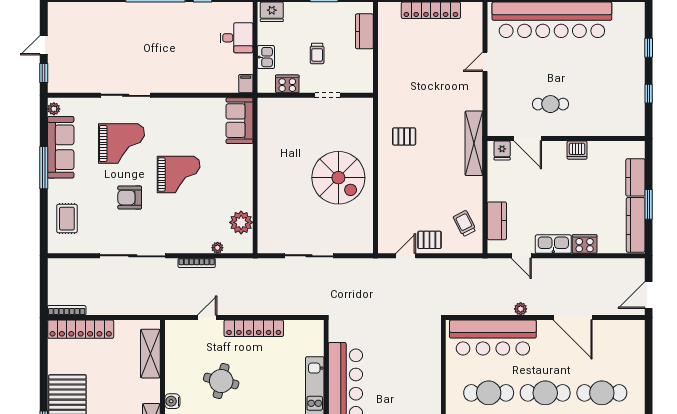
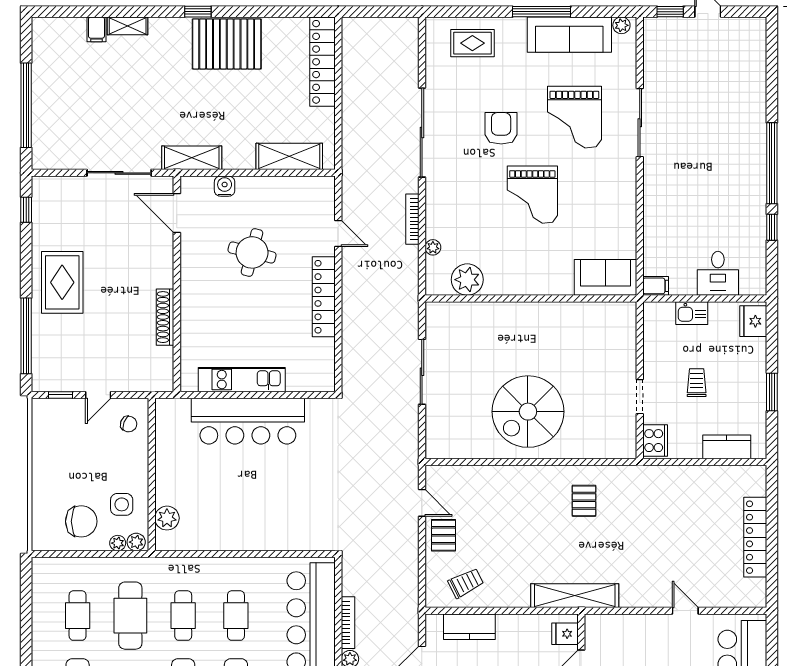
trolley: (317, 53) -> (697, 383), turned 90
cooker: (287, 84) -> (655, 441), moved
bookcase: (67, 310) -> (348, 623), moved
cafe table: (489, 393) -> (236, 616), width x0.73, depth x0.74

